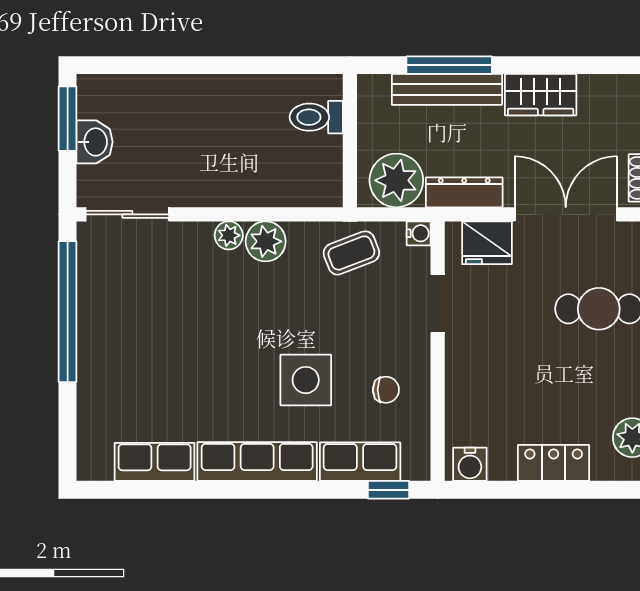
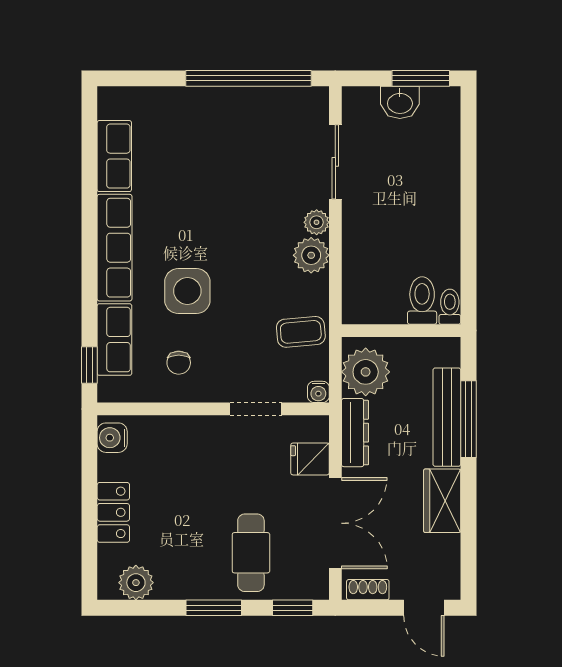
toilet: (323, 86) -> (450, 307), added
sliding door: (127, 214) -> (335, 162), moved
fridge: (487, 243) -> (310, 459), width x0.72
coffee table: (351, 253) -> (301, 332), turned -74

